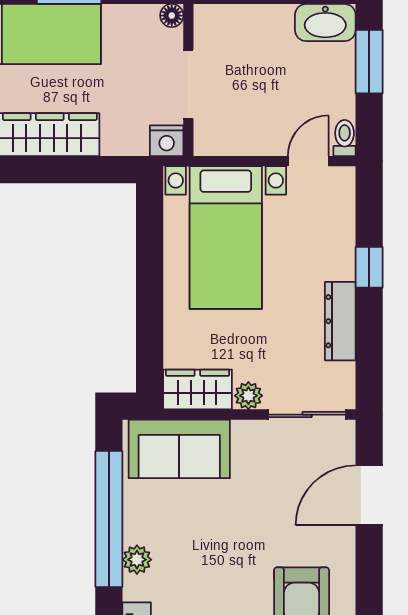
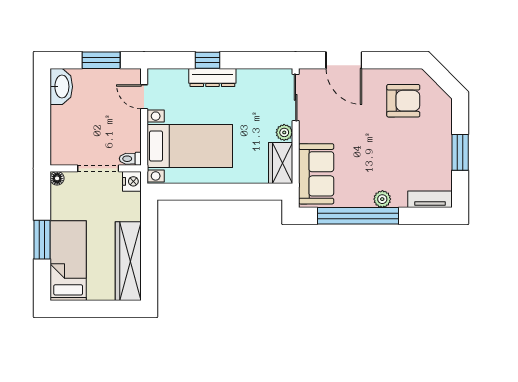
window: (369, 62) -> (101, 60), moved
toilet: (345, 138) -> (130, 159), moved
dresser: (340, 321) -> (212, 78), moved

